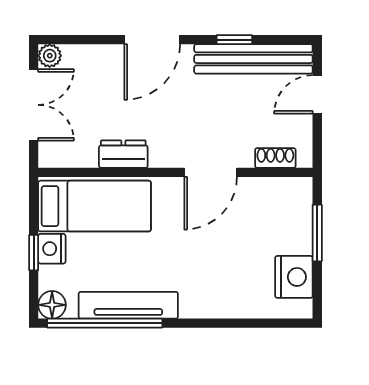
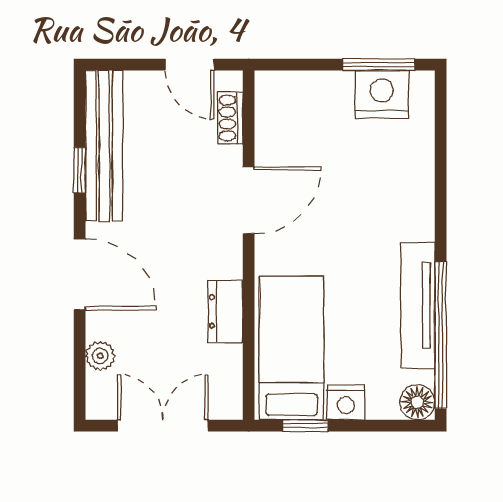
plant: (50, 56) -> (100, 356), moved
door: (317, 94) -> (190, 65), moved
door: (211, 172) -> (249, 200), hinge flipped
window: (317, 233) -> (379, 65), moved
window: (34, 253) -> (305, 426), moved

